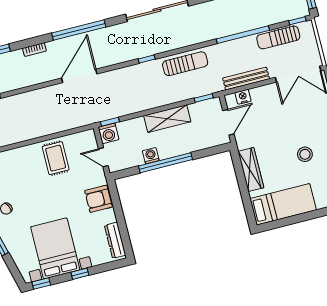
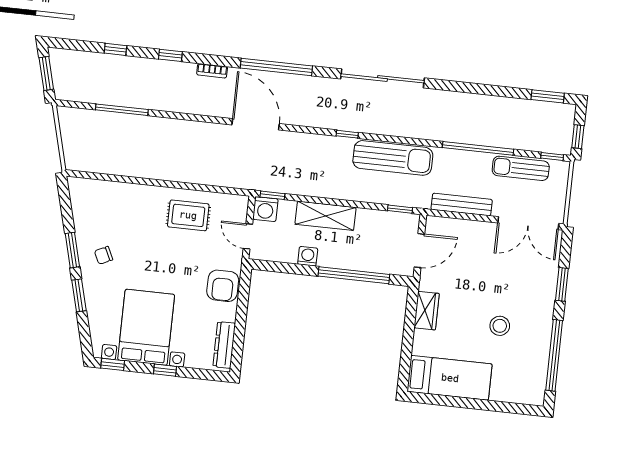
sun lounger: (185, 64) -> (393, 158), width x1.36, depth x1.34
door: (79, 76) -> (256, 124), hinge flipped
nightstand: (243, 97) -> (449, 226), removed
shelving: (167, 119) -> (325, 216), moved
rug: (56, 158) -> (188, 215), turned 90
window: (166, 163) -> (354, 275), moved
wardrobe: (251, 170) -> (427, 311), width x0.67
armchair: (98, 199) -> (223, 286), turned -90

